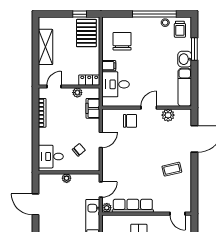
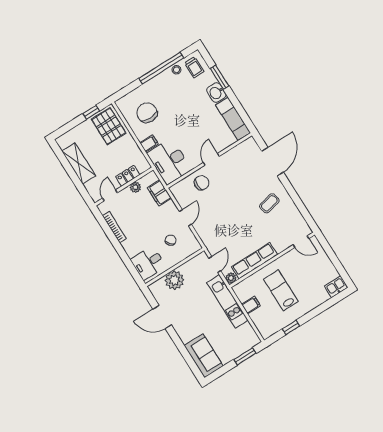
locker: (89, 80) -> (128, 176), moved
desk: (116, 84) -> (169, 161), width x1.37
plant: (168, 115) -> (234, 155), removed
plant: (67, 178) -> (174, 280), width x1.88, depth x1.88

